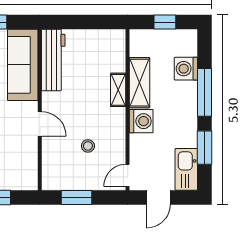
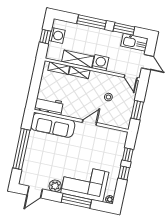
shelving: (118, 55) -> (59, 68), added
workbench: (53, 60) -> (49, 106), width x0.73
washing machine: (186, 69) -> (57, 35), moved, turned -90

